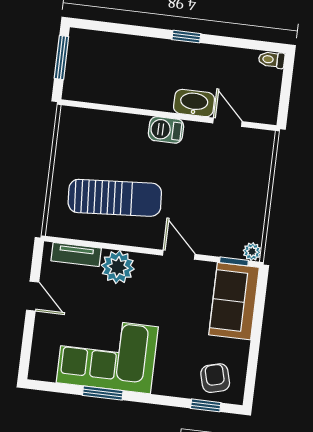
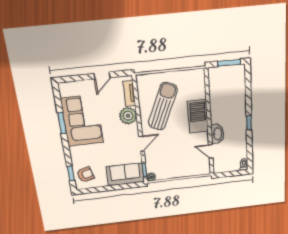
door: (227, 122) -> (211, 151), swing flipped
barbecue: (166, 130) -> (198, 116), width x1.88, depth x1.53
sun lounger: (115, 198) -> (163, 106), turned -153

